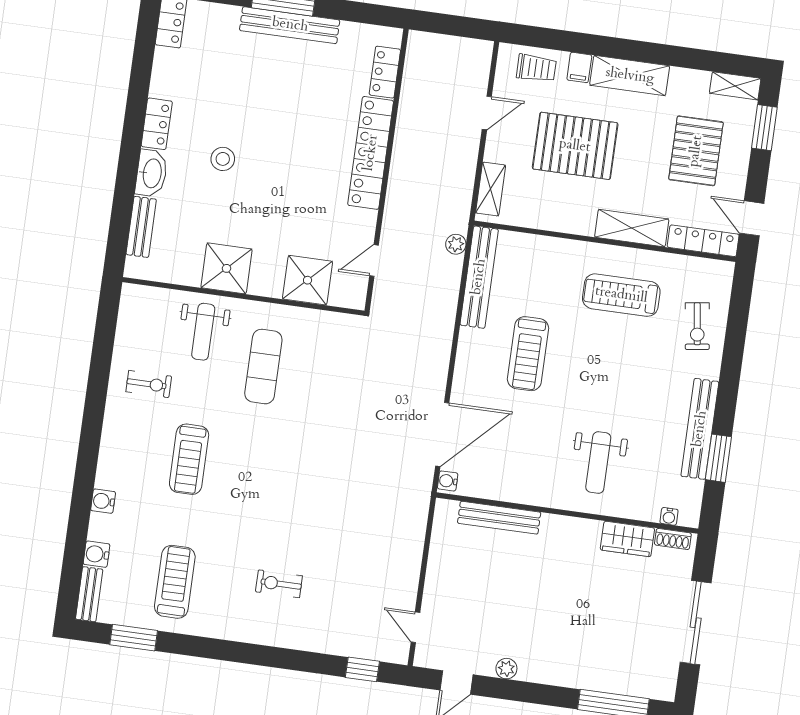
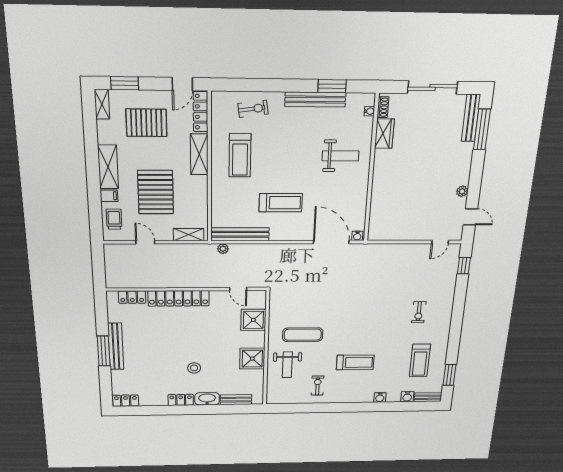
weight bench: (203, 332) -> (287, 365), turned 90
bench: (499, 518) -> (471, 118), moved
treadmill: (175, 582) -> (420, 360), turned -90

